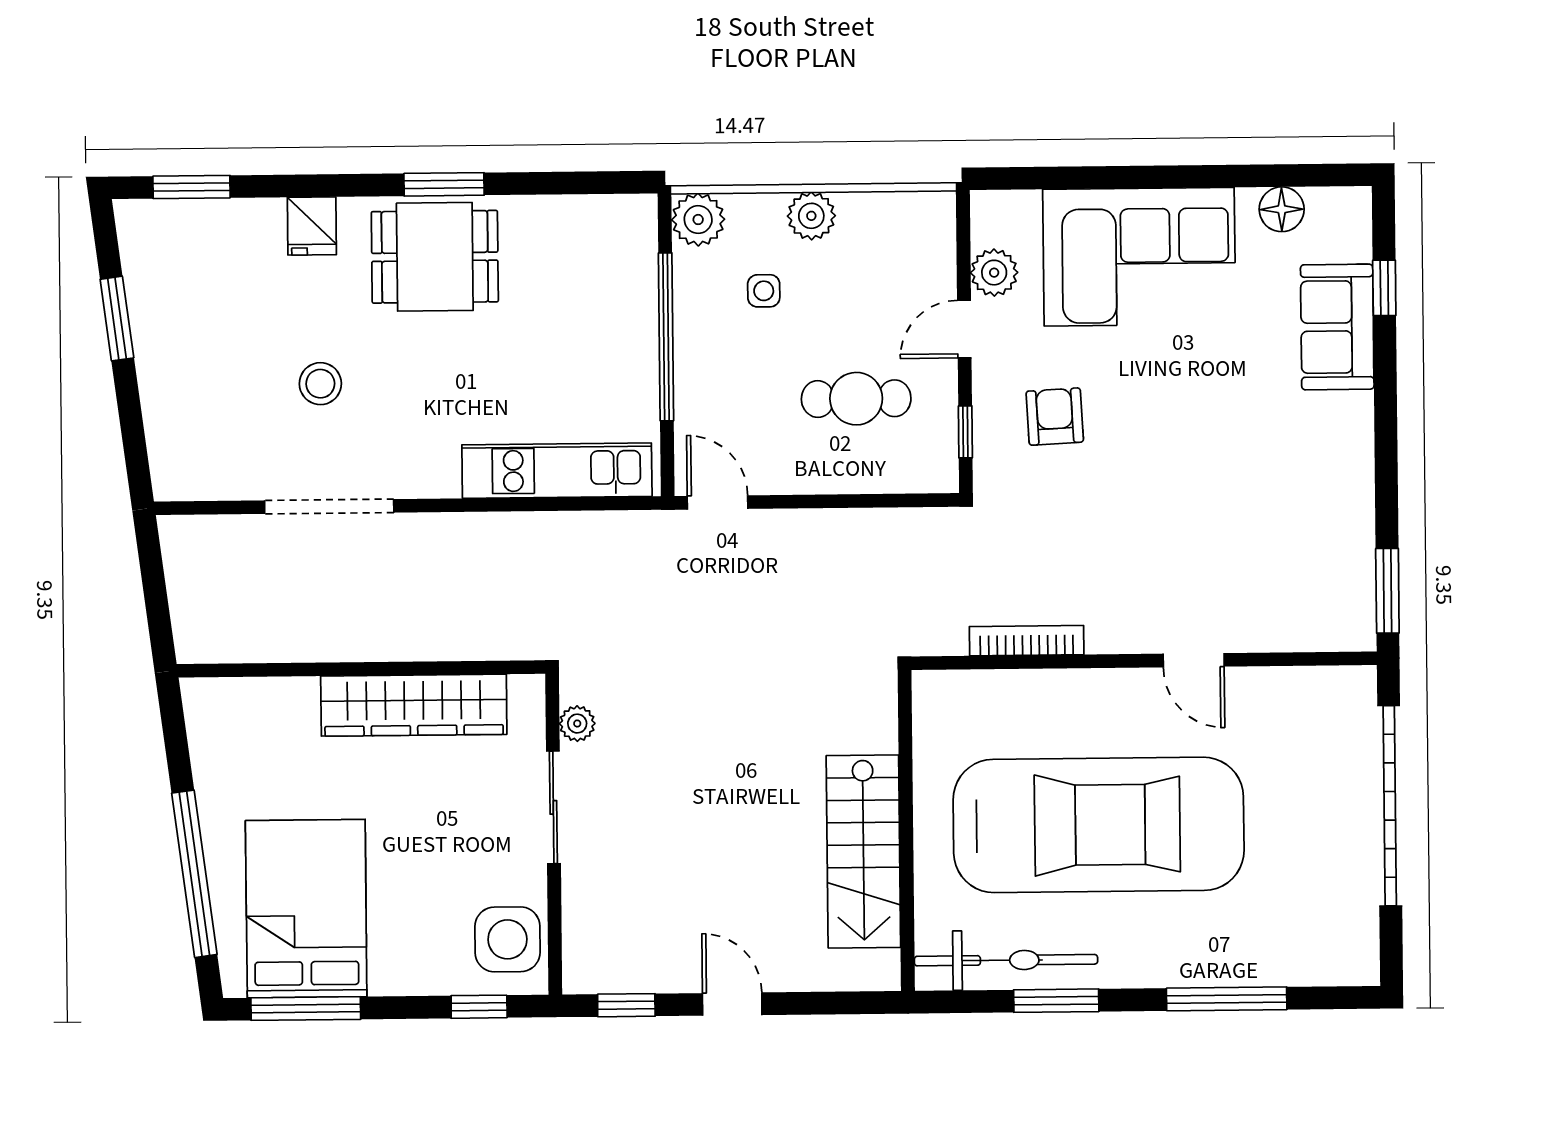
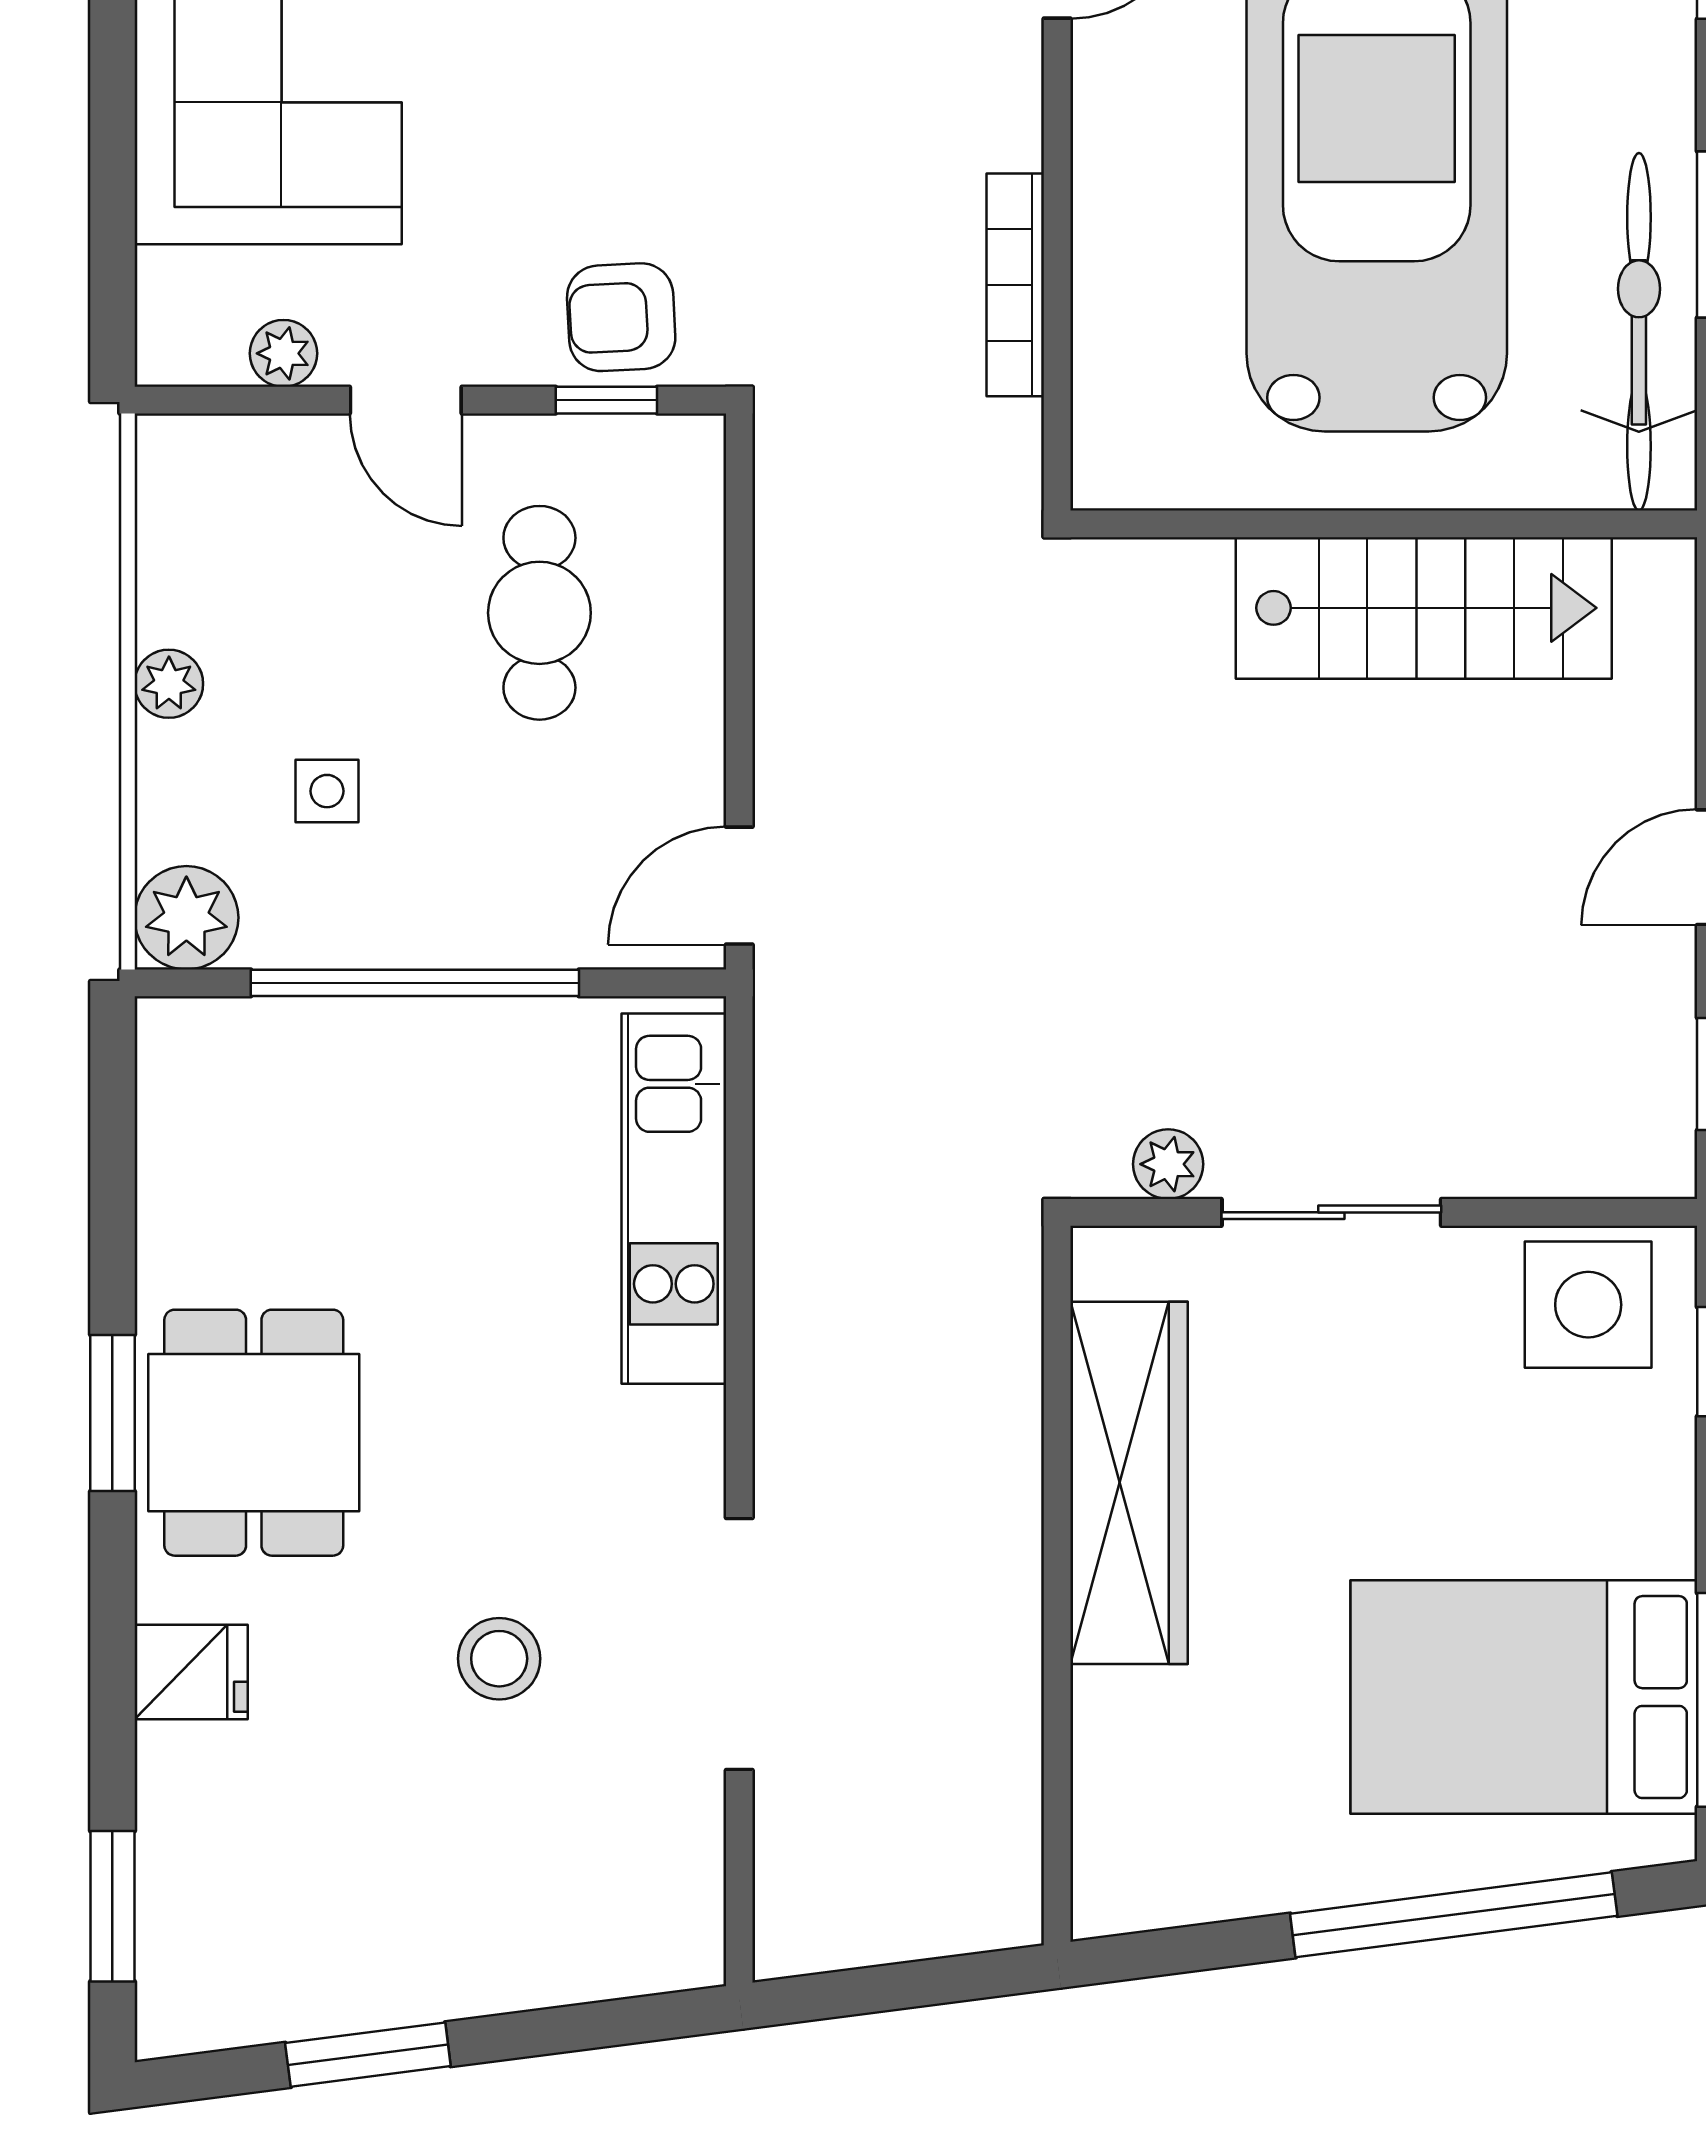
plant: (811, 216) -> (169, 684), width x0.73, depth x0.73
plant: (994, 273) -> (283, 353), width x0.73, depth x0.73
armchair: (1055, 417) -> (621, 317), moved

